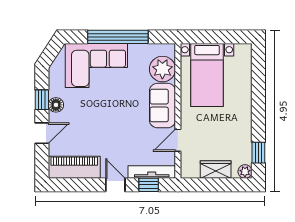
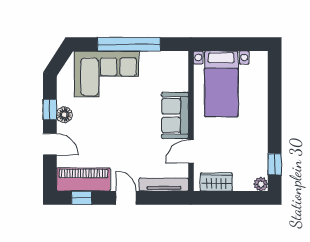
plant: (162, 69) -> (175, 78), removed
door: (42, 133) -> (50, 144), hinge flipped
wardrobe: (216, 170) -> (216, 182), moved
window: (149, 185) -> (82, 198), moved

